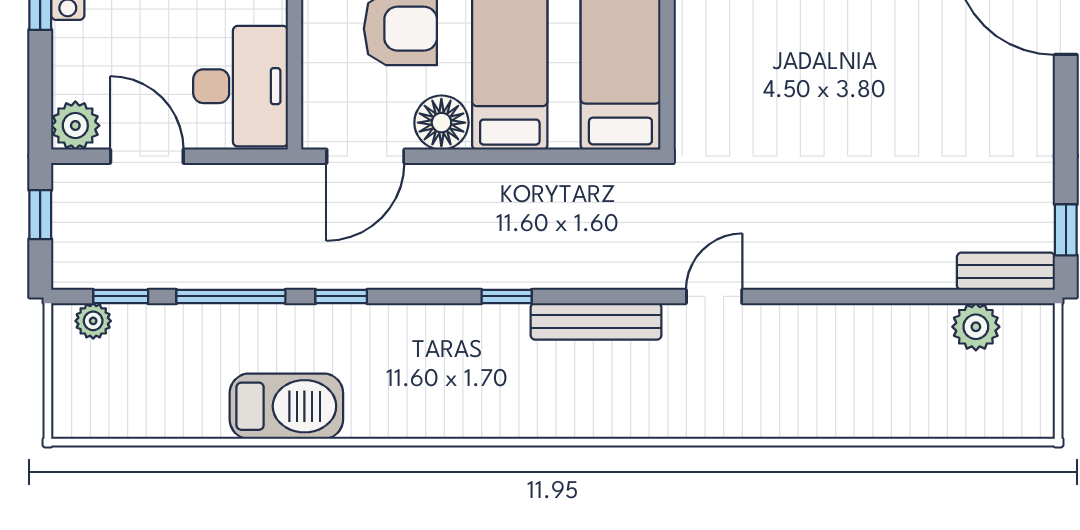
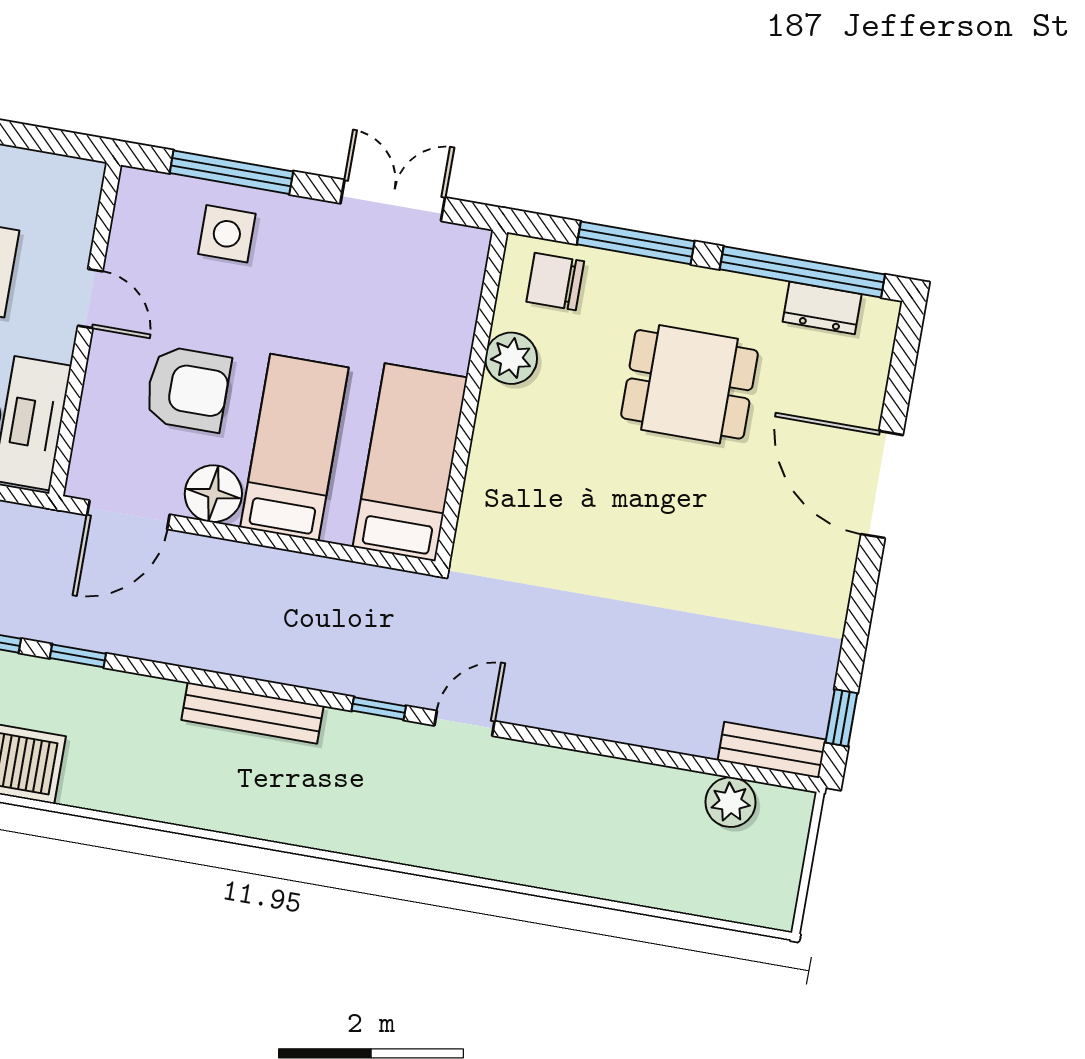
window: (507, 296) -> (379, 708), moved
bench: (596, 321) -> (252, 713), moved

